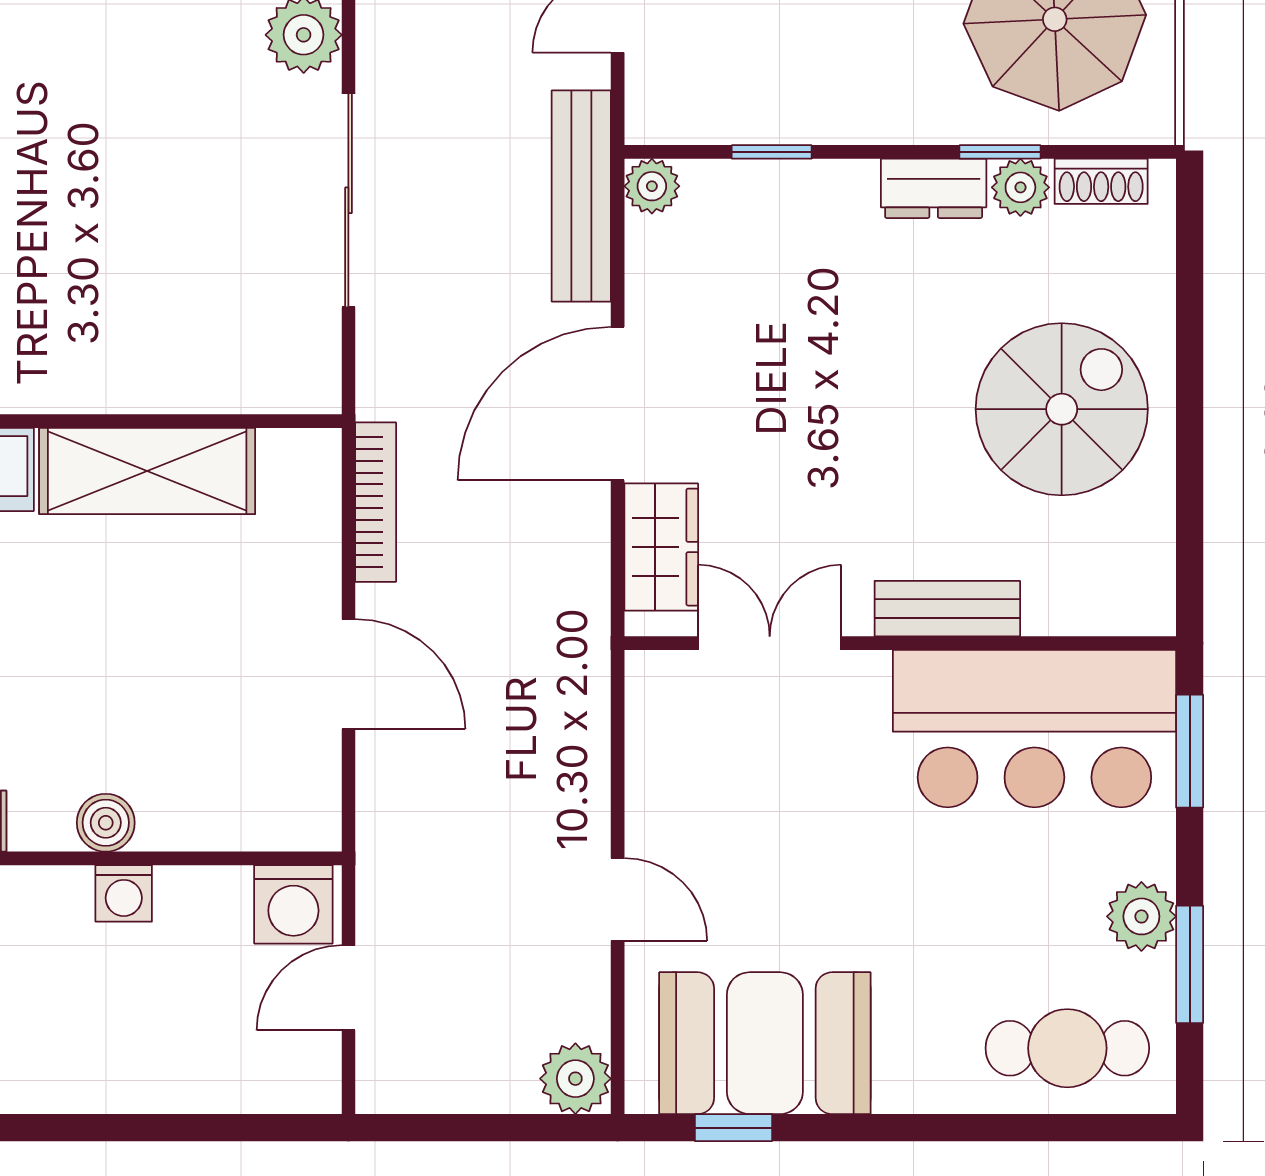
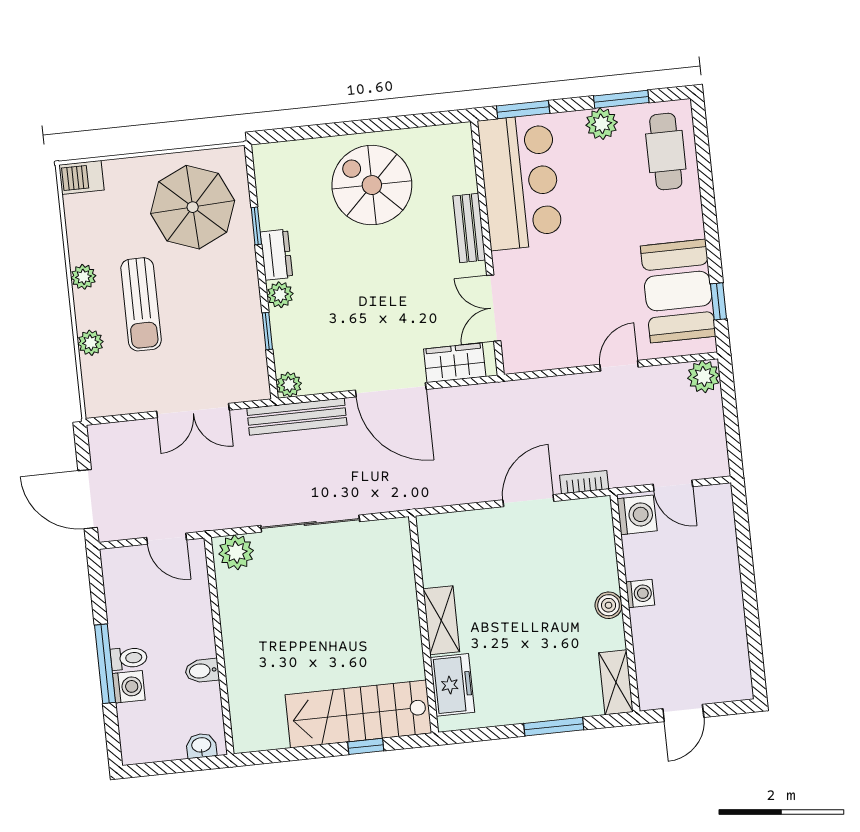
shoe rack: (1101, 181) -> (265, 178), removed
plant: (1020, 187) -> (280, 295), moved
shelving: (147, 471) -> (441, 620), width x0.67, depth x0.75
bookcase: (376, 502) -> (584, 482), moved, width x0.64

